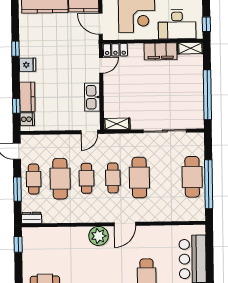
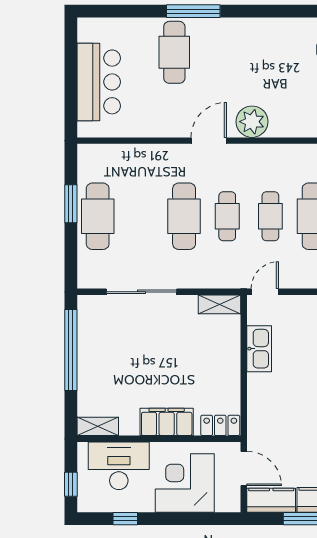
window: (206, 24) -> (71, 484), moved
filing cabinet: (161, 51) -> (167, 422), moved
door: (101, 65) -> (244, 401), removed
window: (209, 184) -> (71, 204), width x0.47

